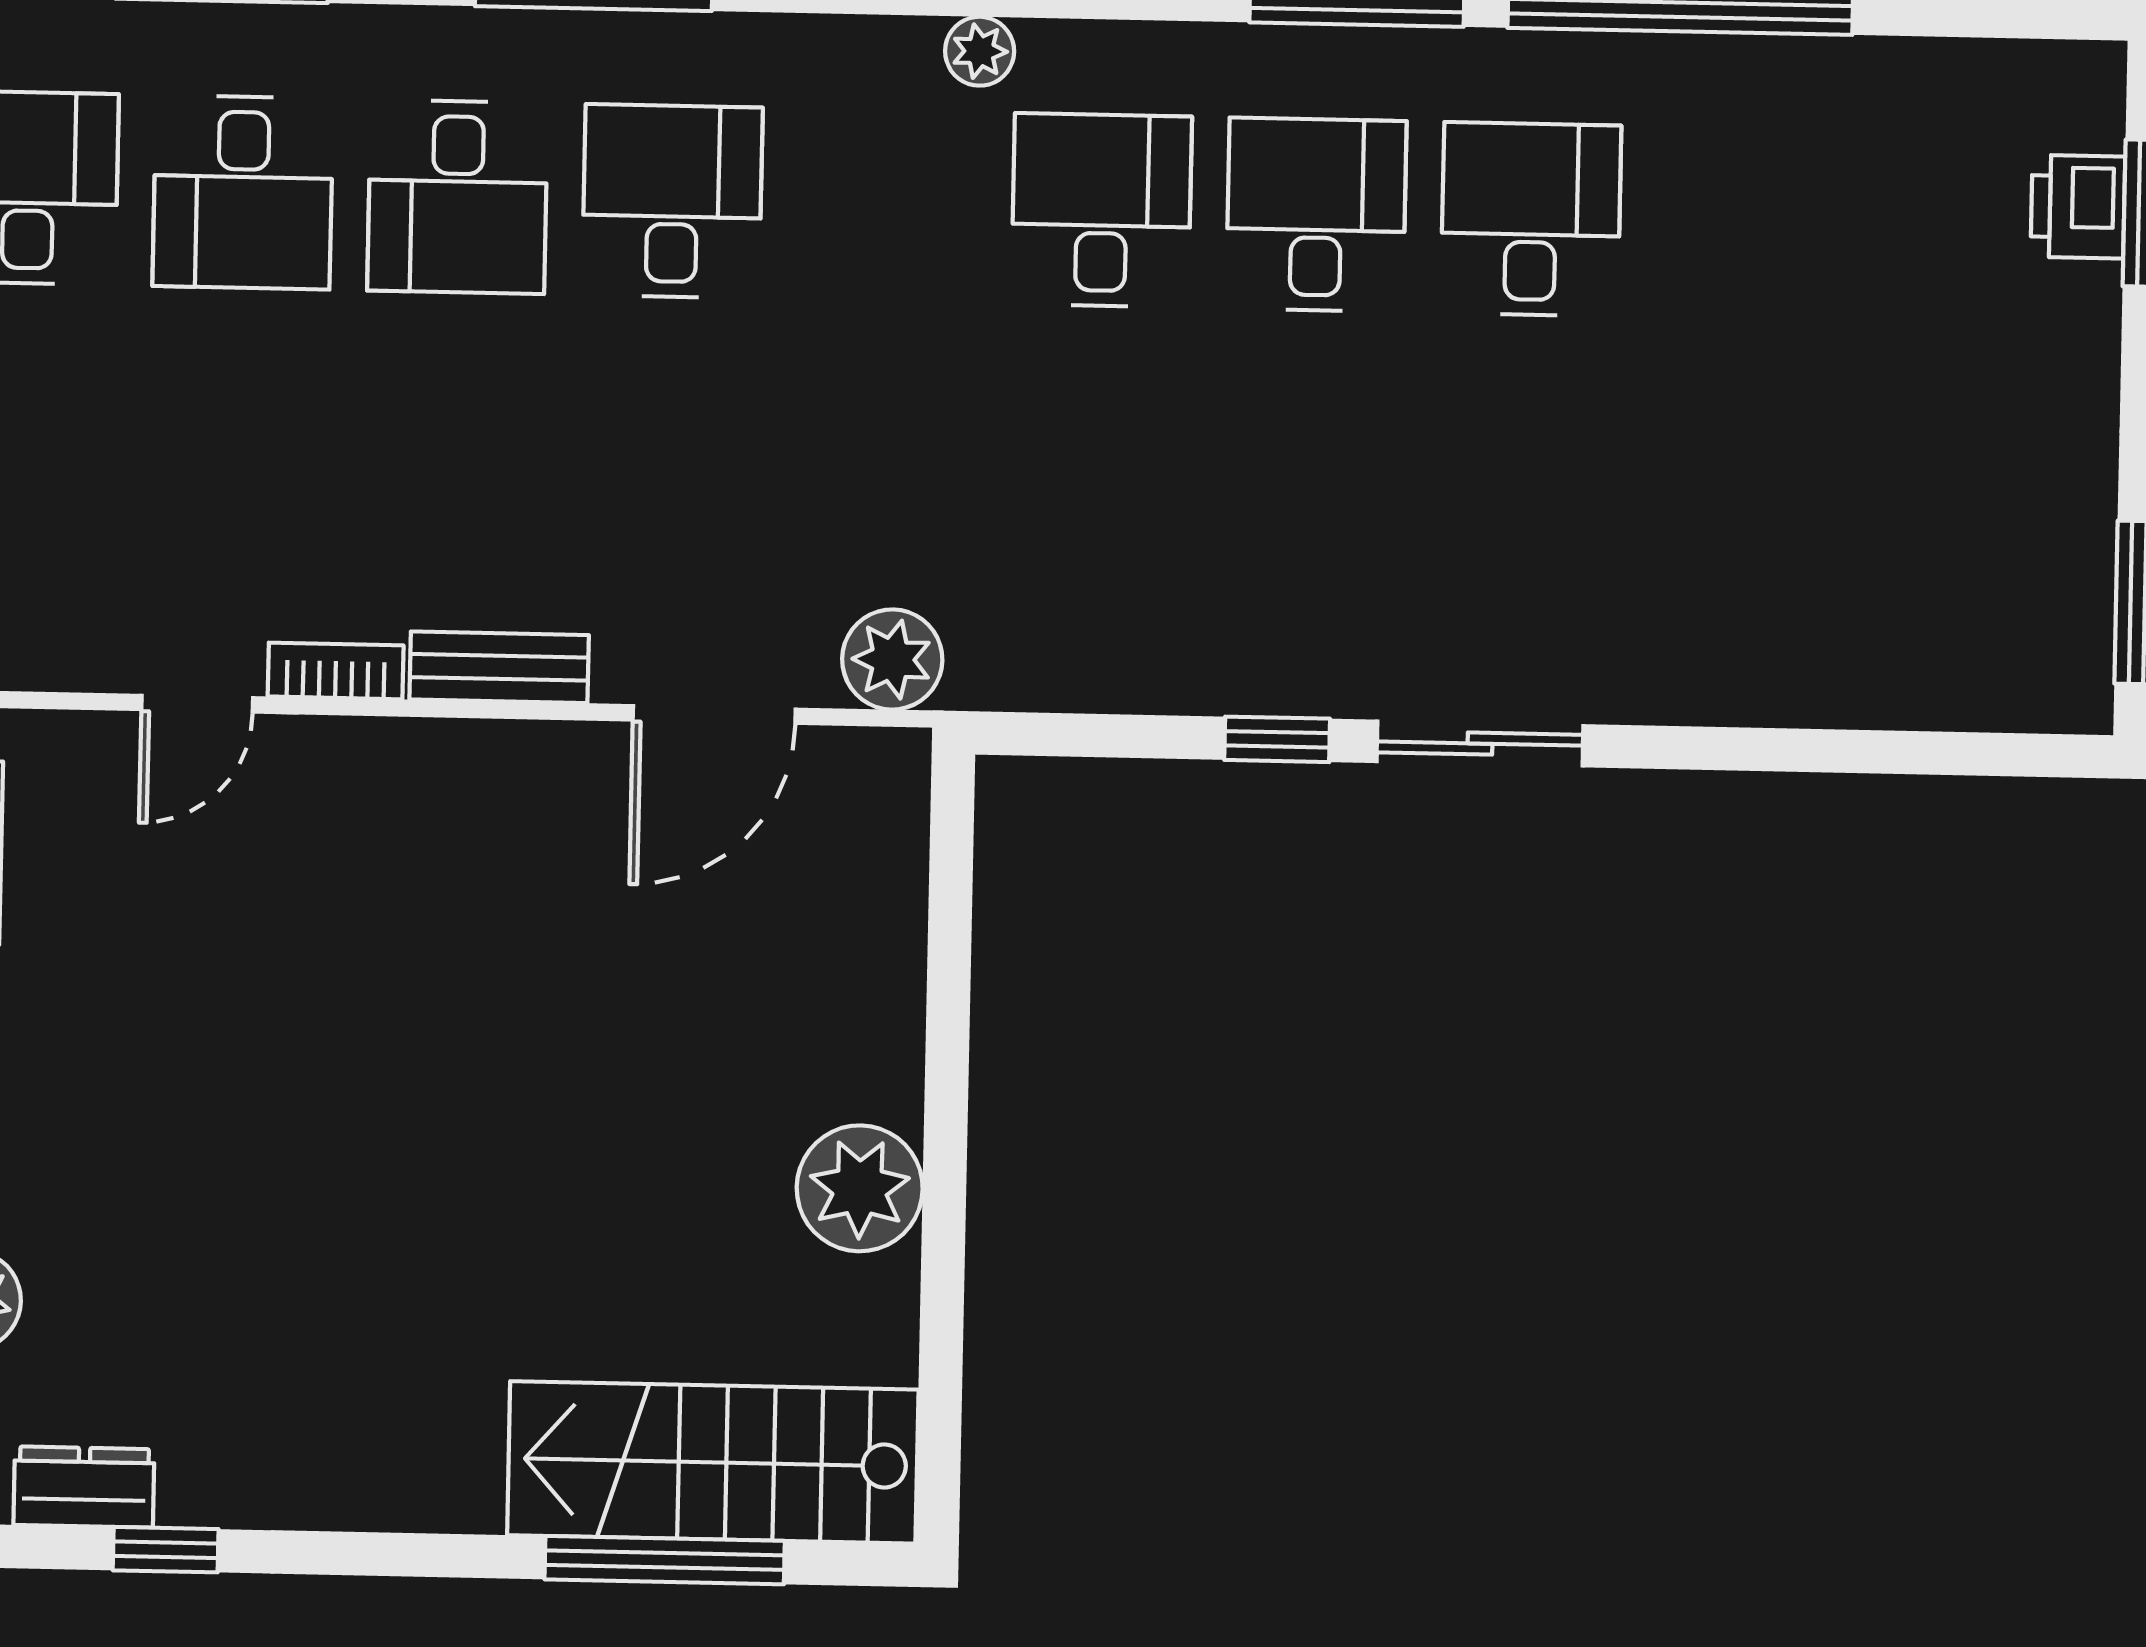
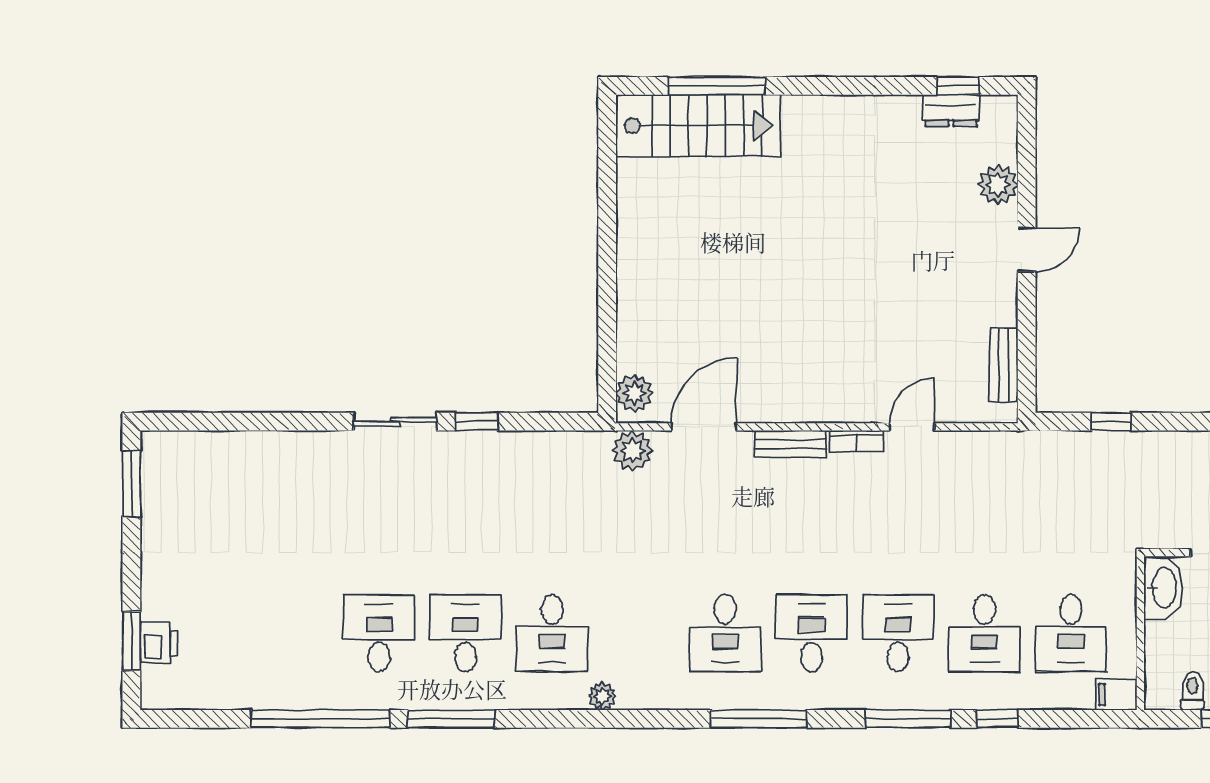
desk: (1316, 215) -> (466, 633), turned 180
desk: (1531, 219) -> (379, 633), turned 180
plant: (860, 1188) -> (634, 393), moved, width x0.73, depth x0.73
window: (166, 1550) -> (958, 86), moved

